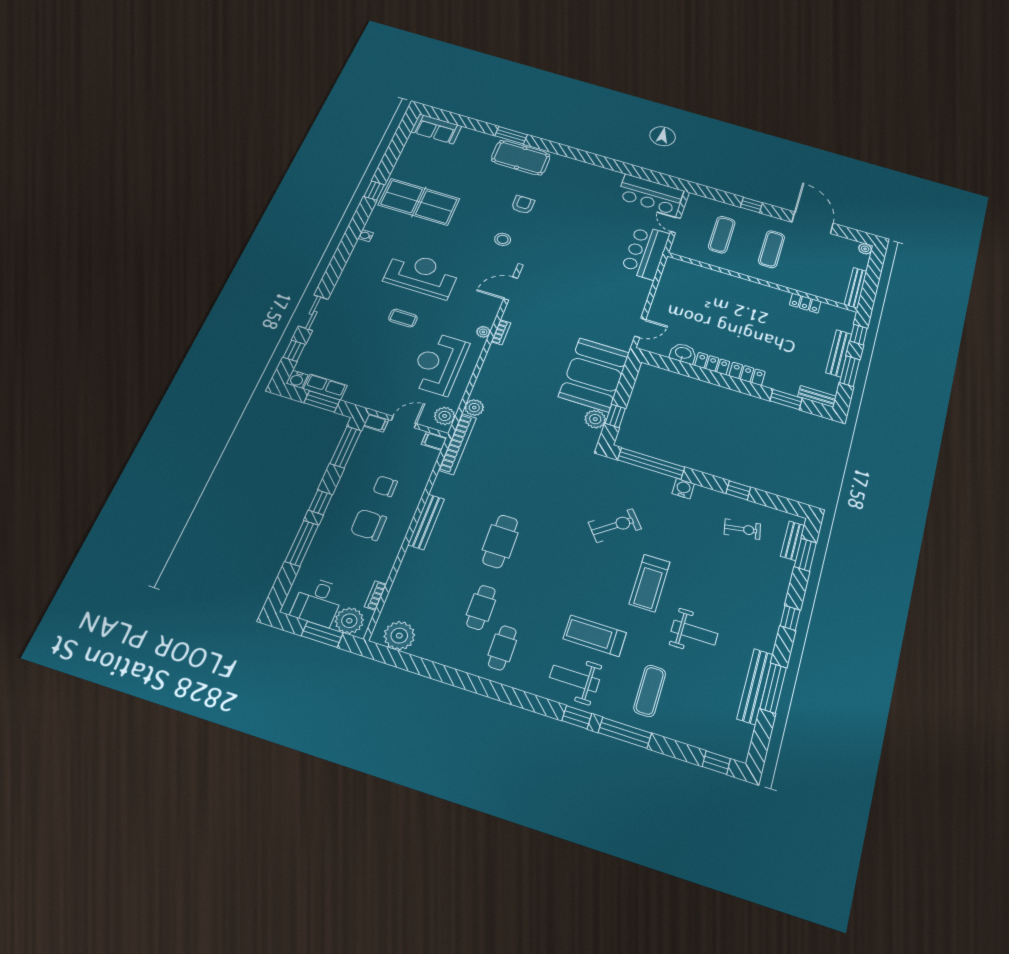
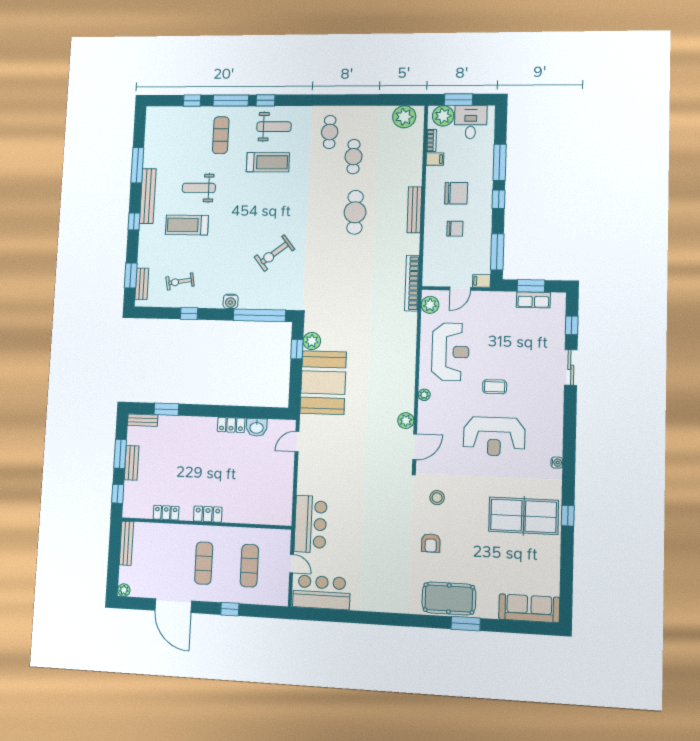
sofa: (436, 129) -> (529, 608), width x1.36
bookcase: (501, 332) -> (410, 399), removed
bench: (839, 353) -> (132, 463), width x0.73
locker: (747, 374) -> (208, 514), moved, turned 180
water cooler: (297, 379) -> (559, 300), removed
plant: (474, 408) -> (406, 421), moved
filing cabinet: (434, 441) -> (435, 159), moved
treadmill: (650, 583) -> (187, 225), moved, turned -90
bench: (755, 686) -> (148, 196), moved
window: (716, 763) -> (192, 101), moved

